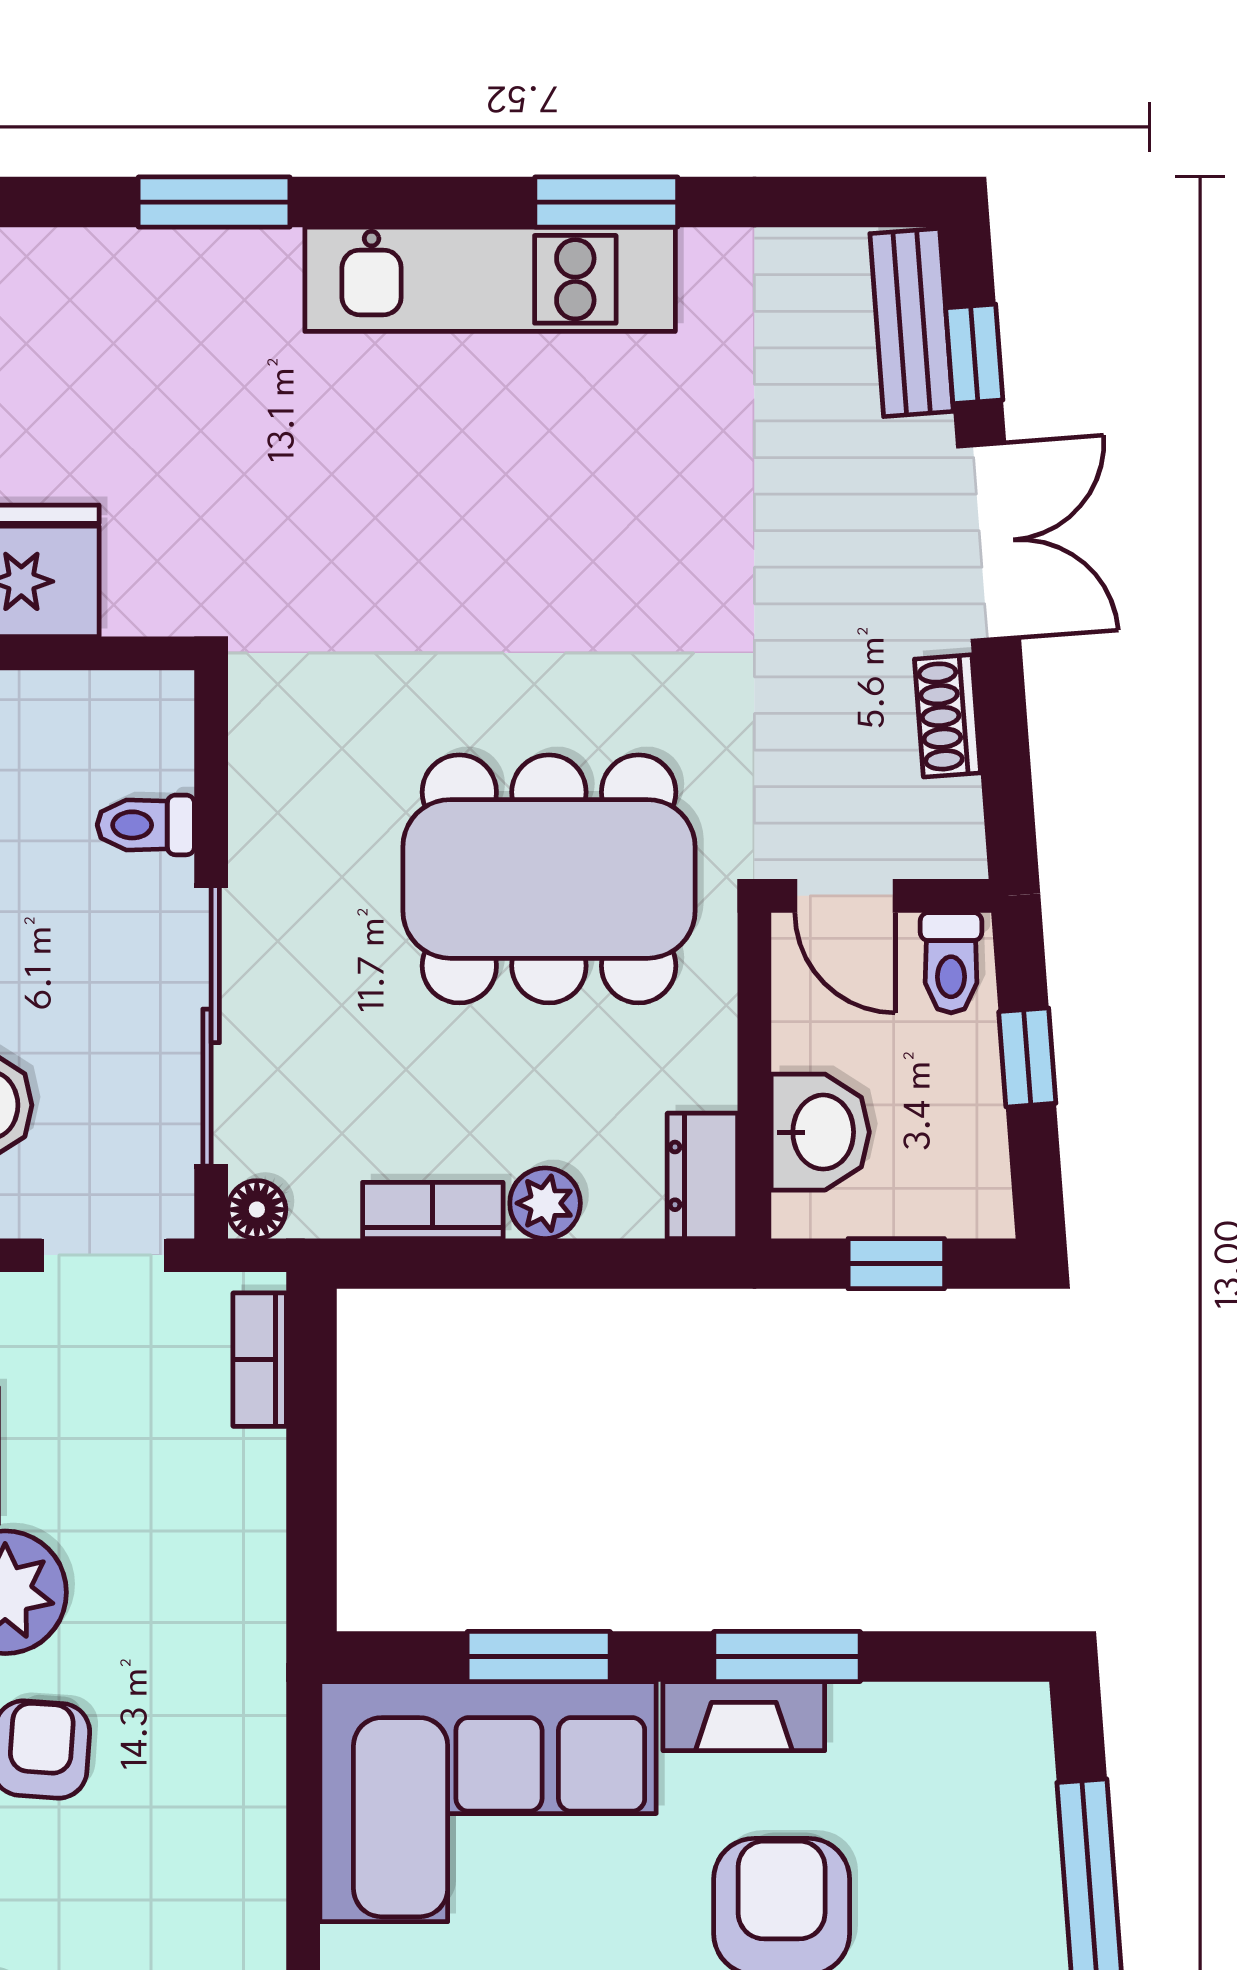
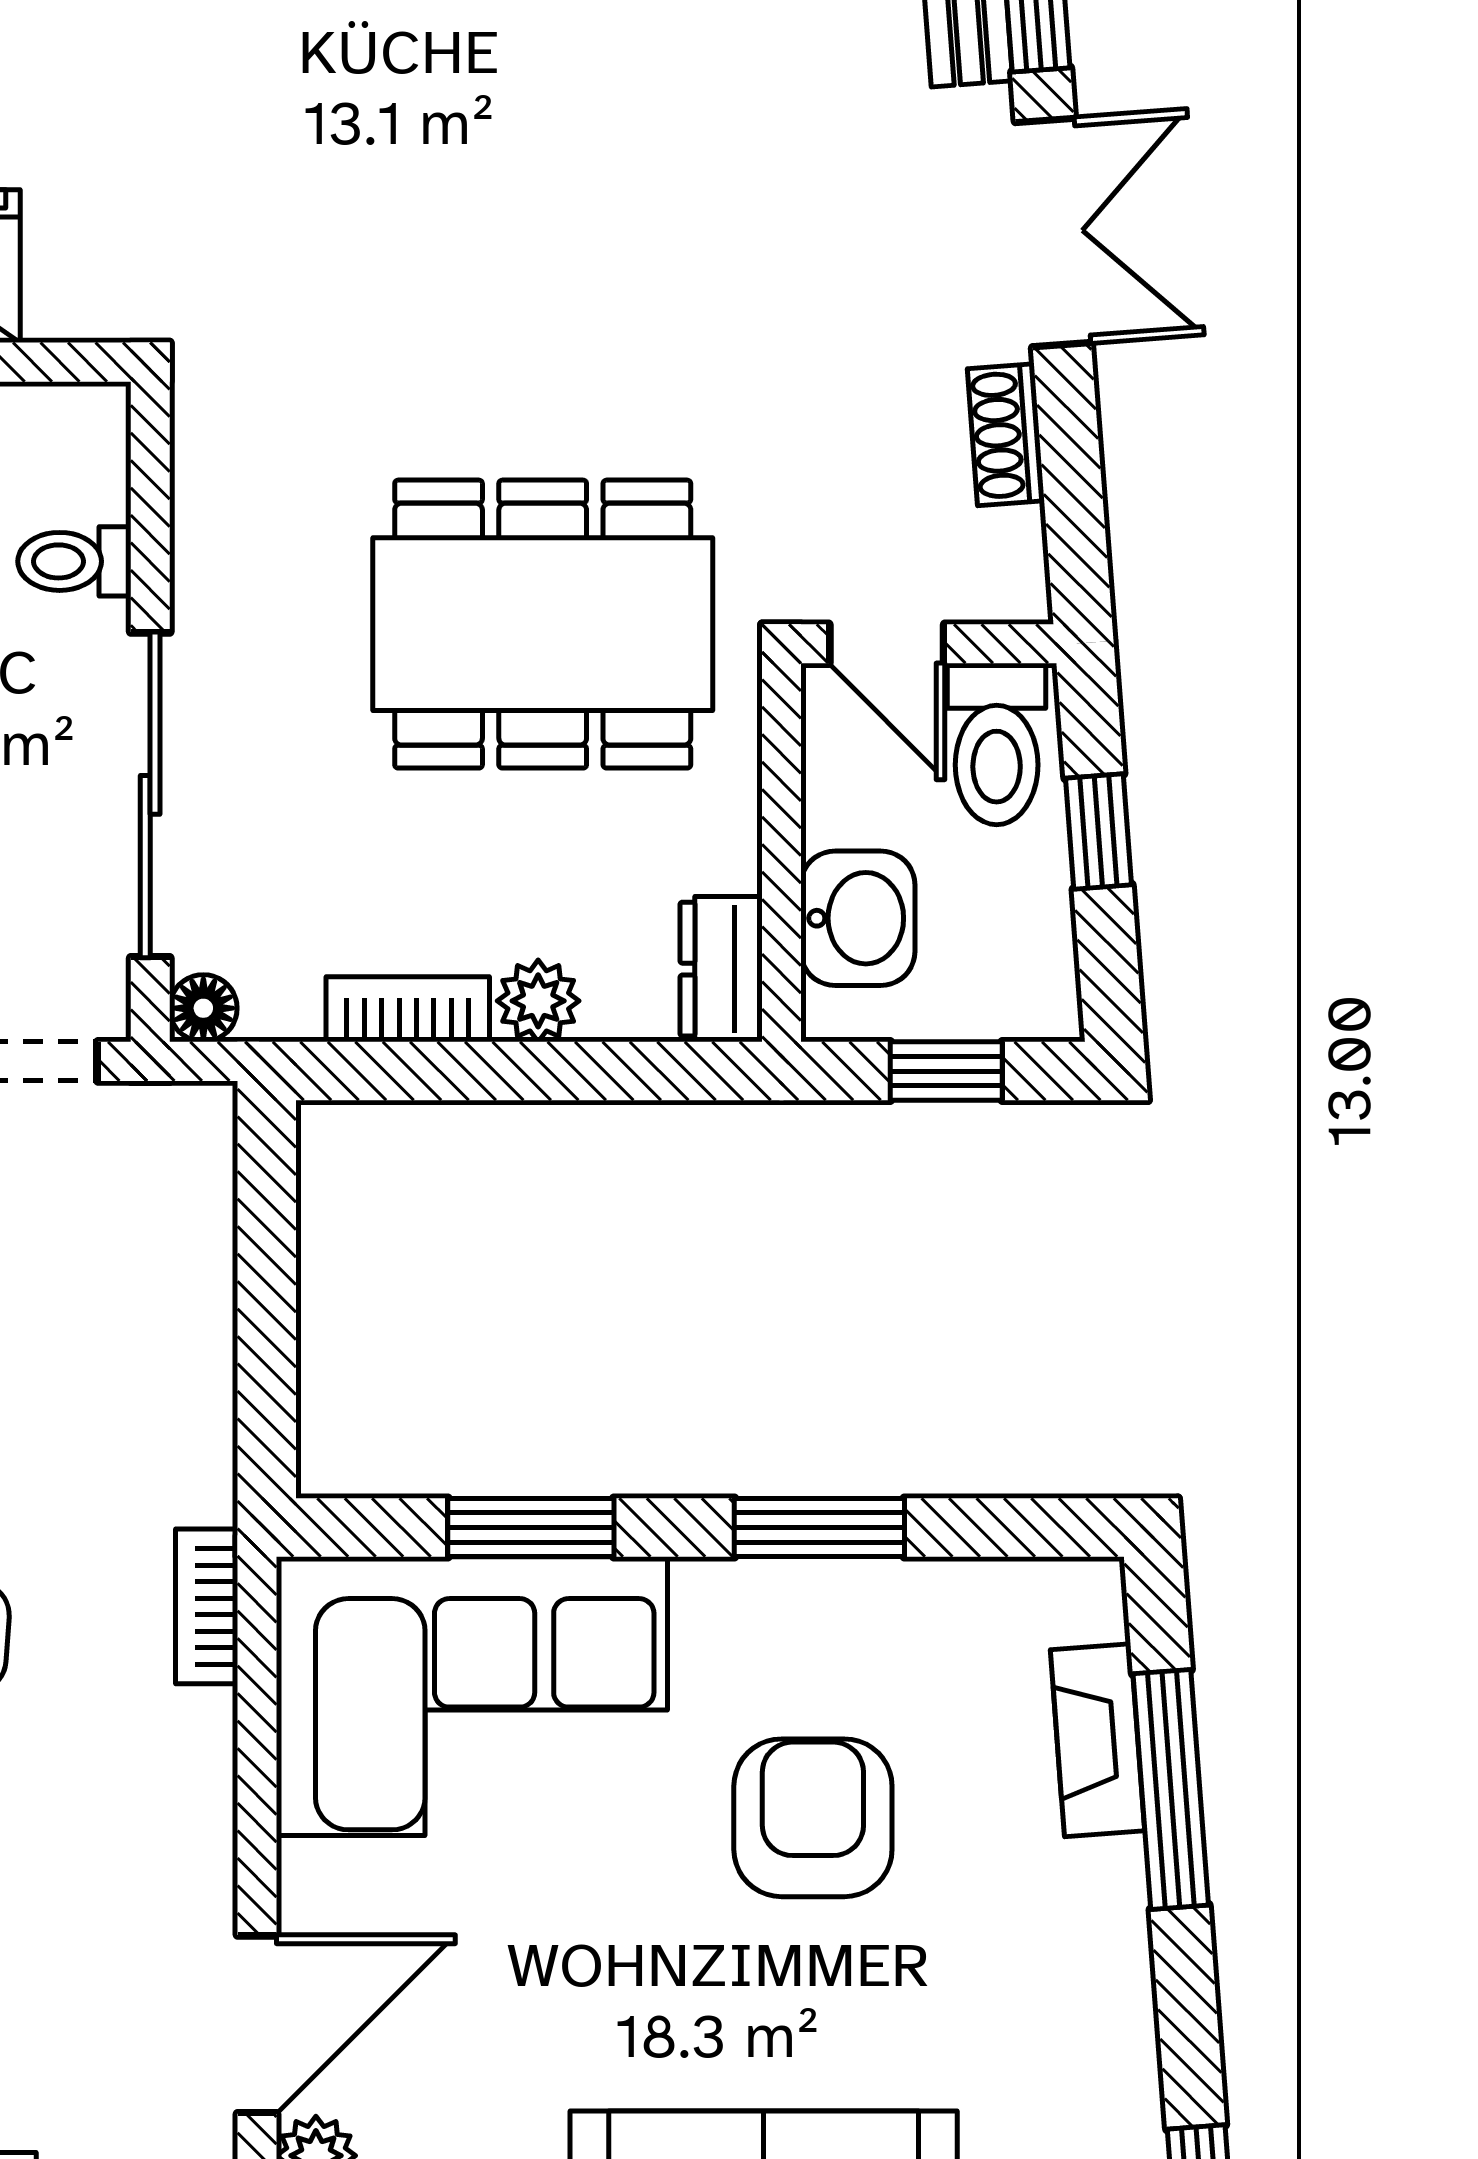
toilet: (951, 963) -> (997, 744), width x1.37, depth x1.39
bookcase: (260, 1360) -> (207, 1606), moved
fireplace: (744, 1716) -> (1098, 1740), moved, turned 86

